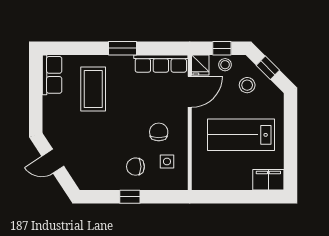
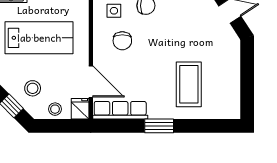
window: (222, 48) -> (58, 126), removed
row of seats: (52, 75) -> (231, 99), removed
door: (190, 92) -> (91, 82), swing flipped

